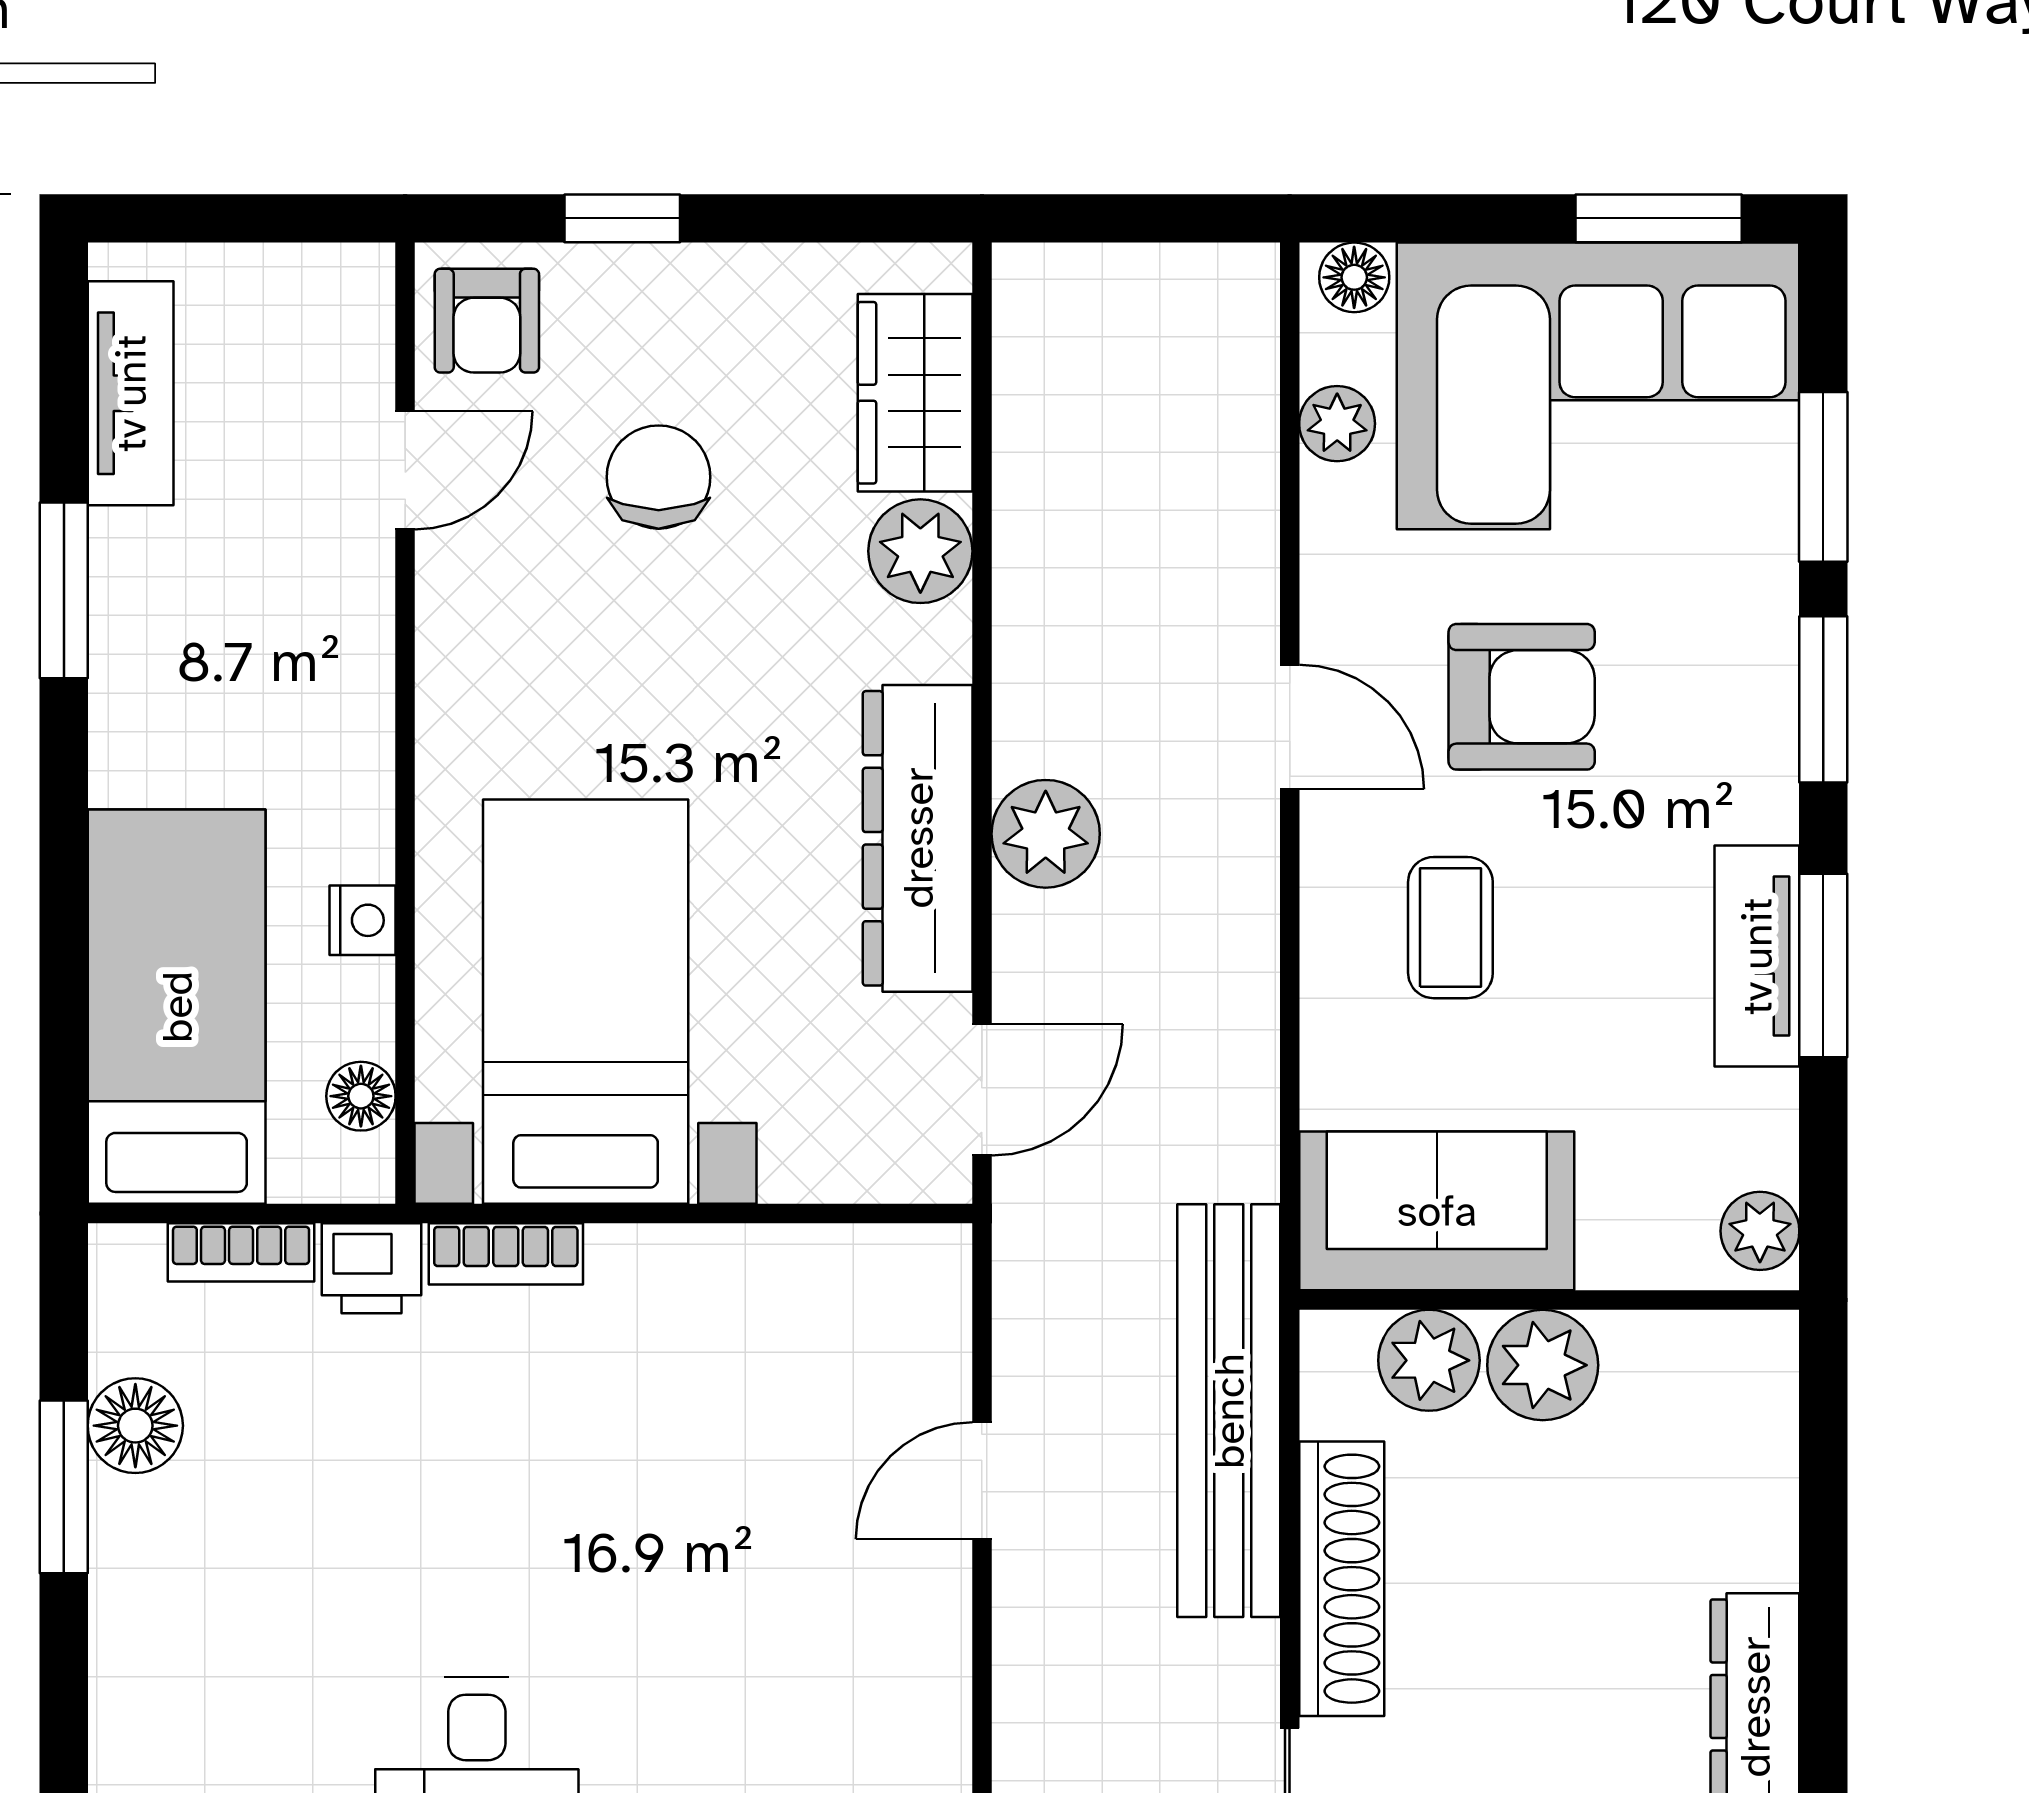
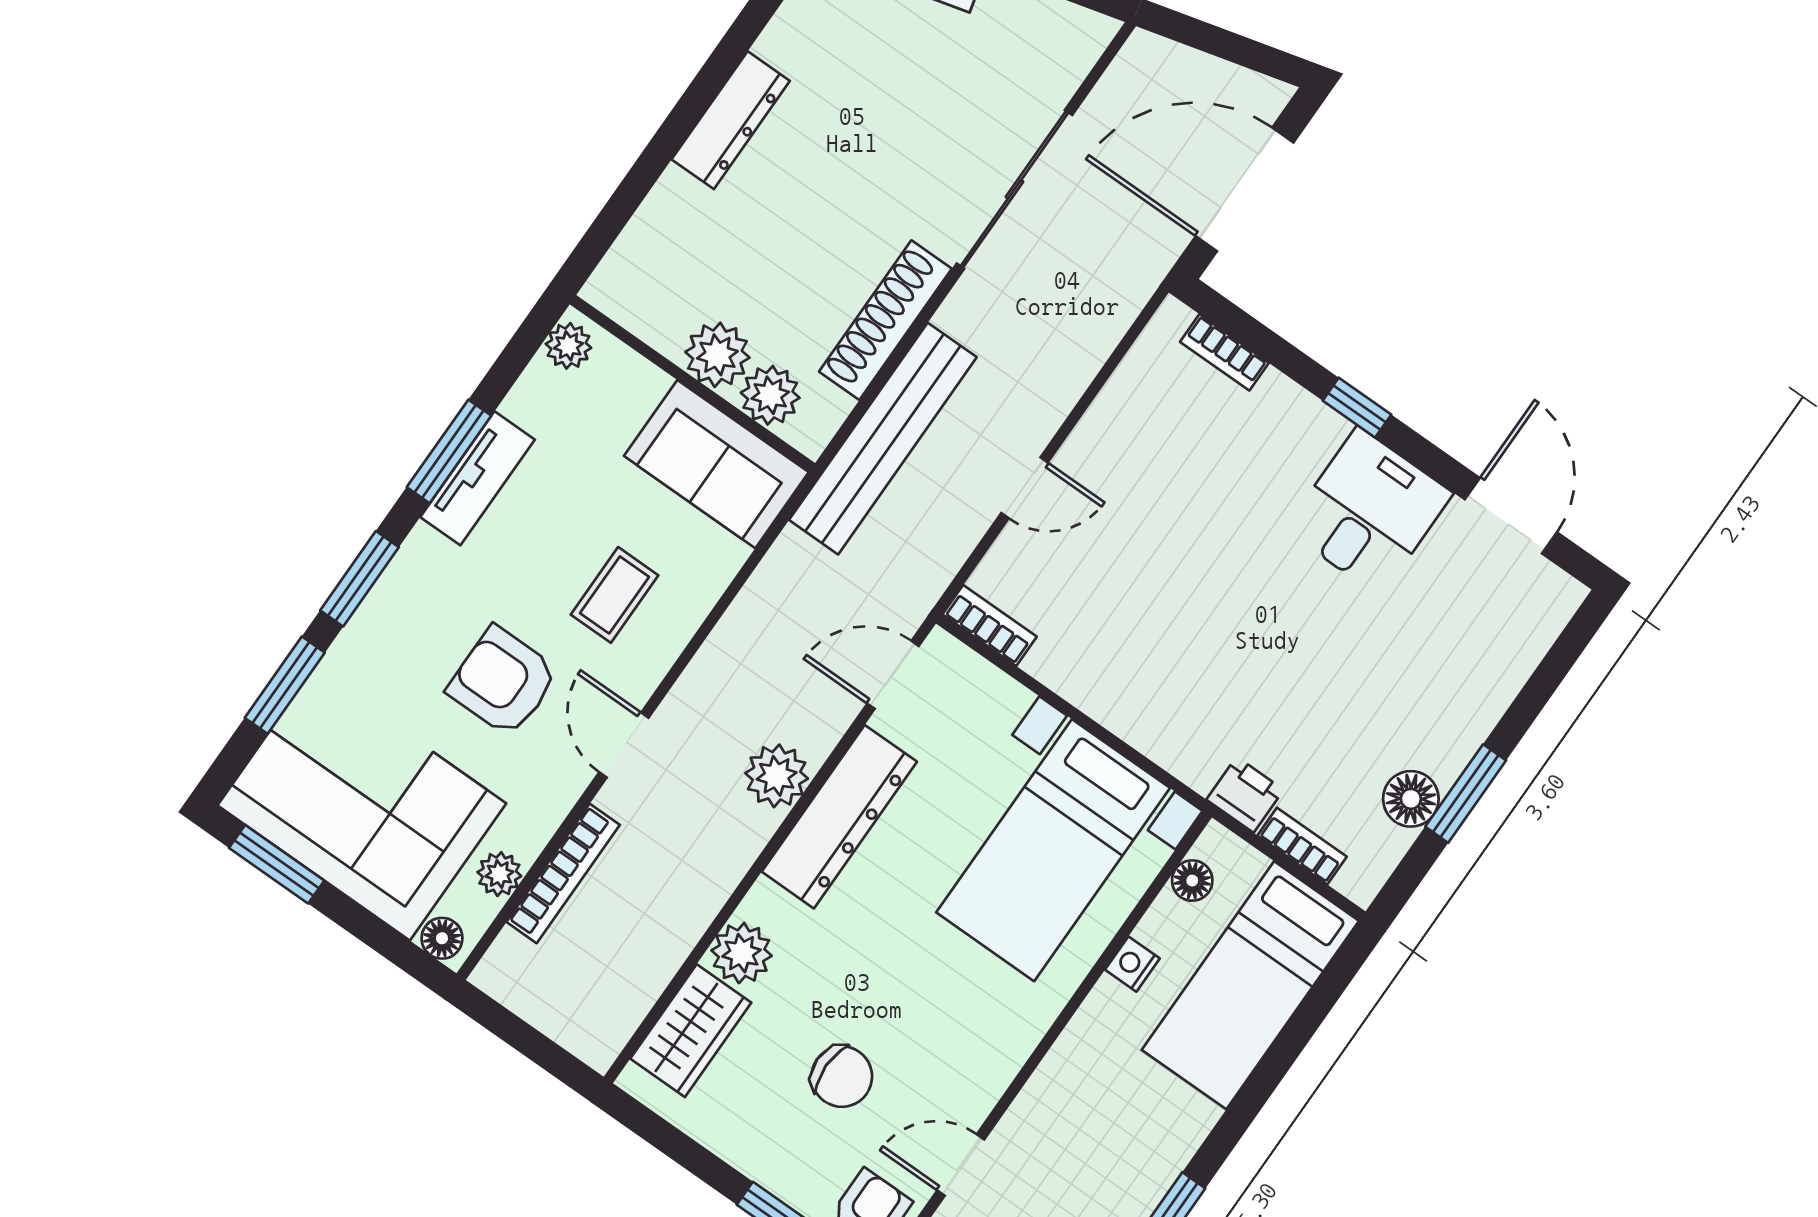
chair: (659, 477) -> (842, 1077), turned -90
bookcase: (1248, 487) -> (563, 873), added
bookcase: (506, 1254) -> (990, 625), moved

